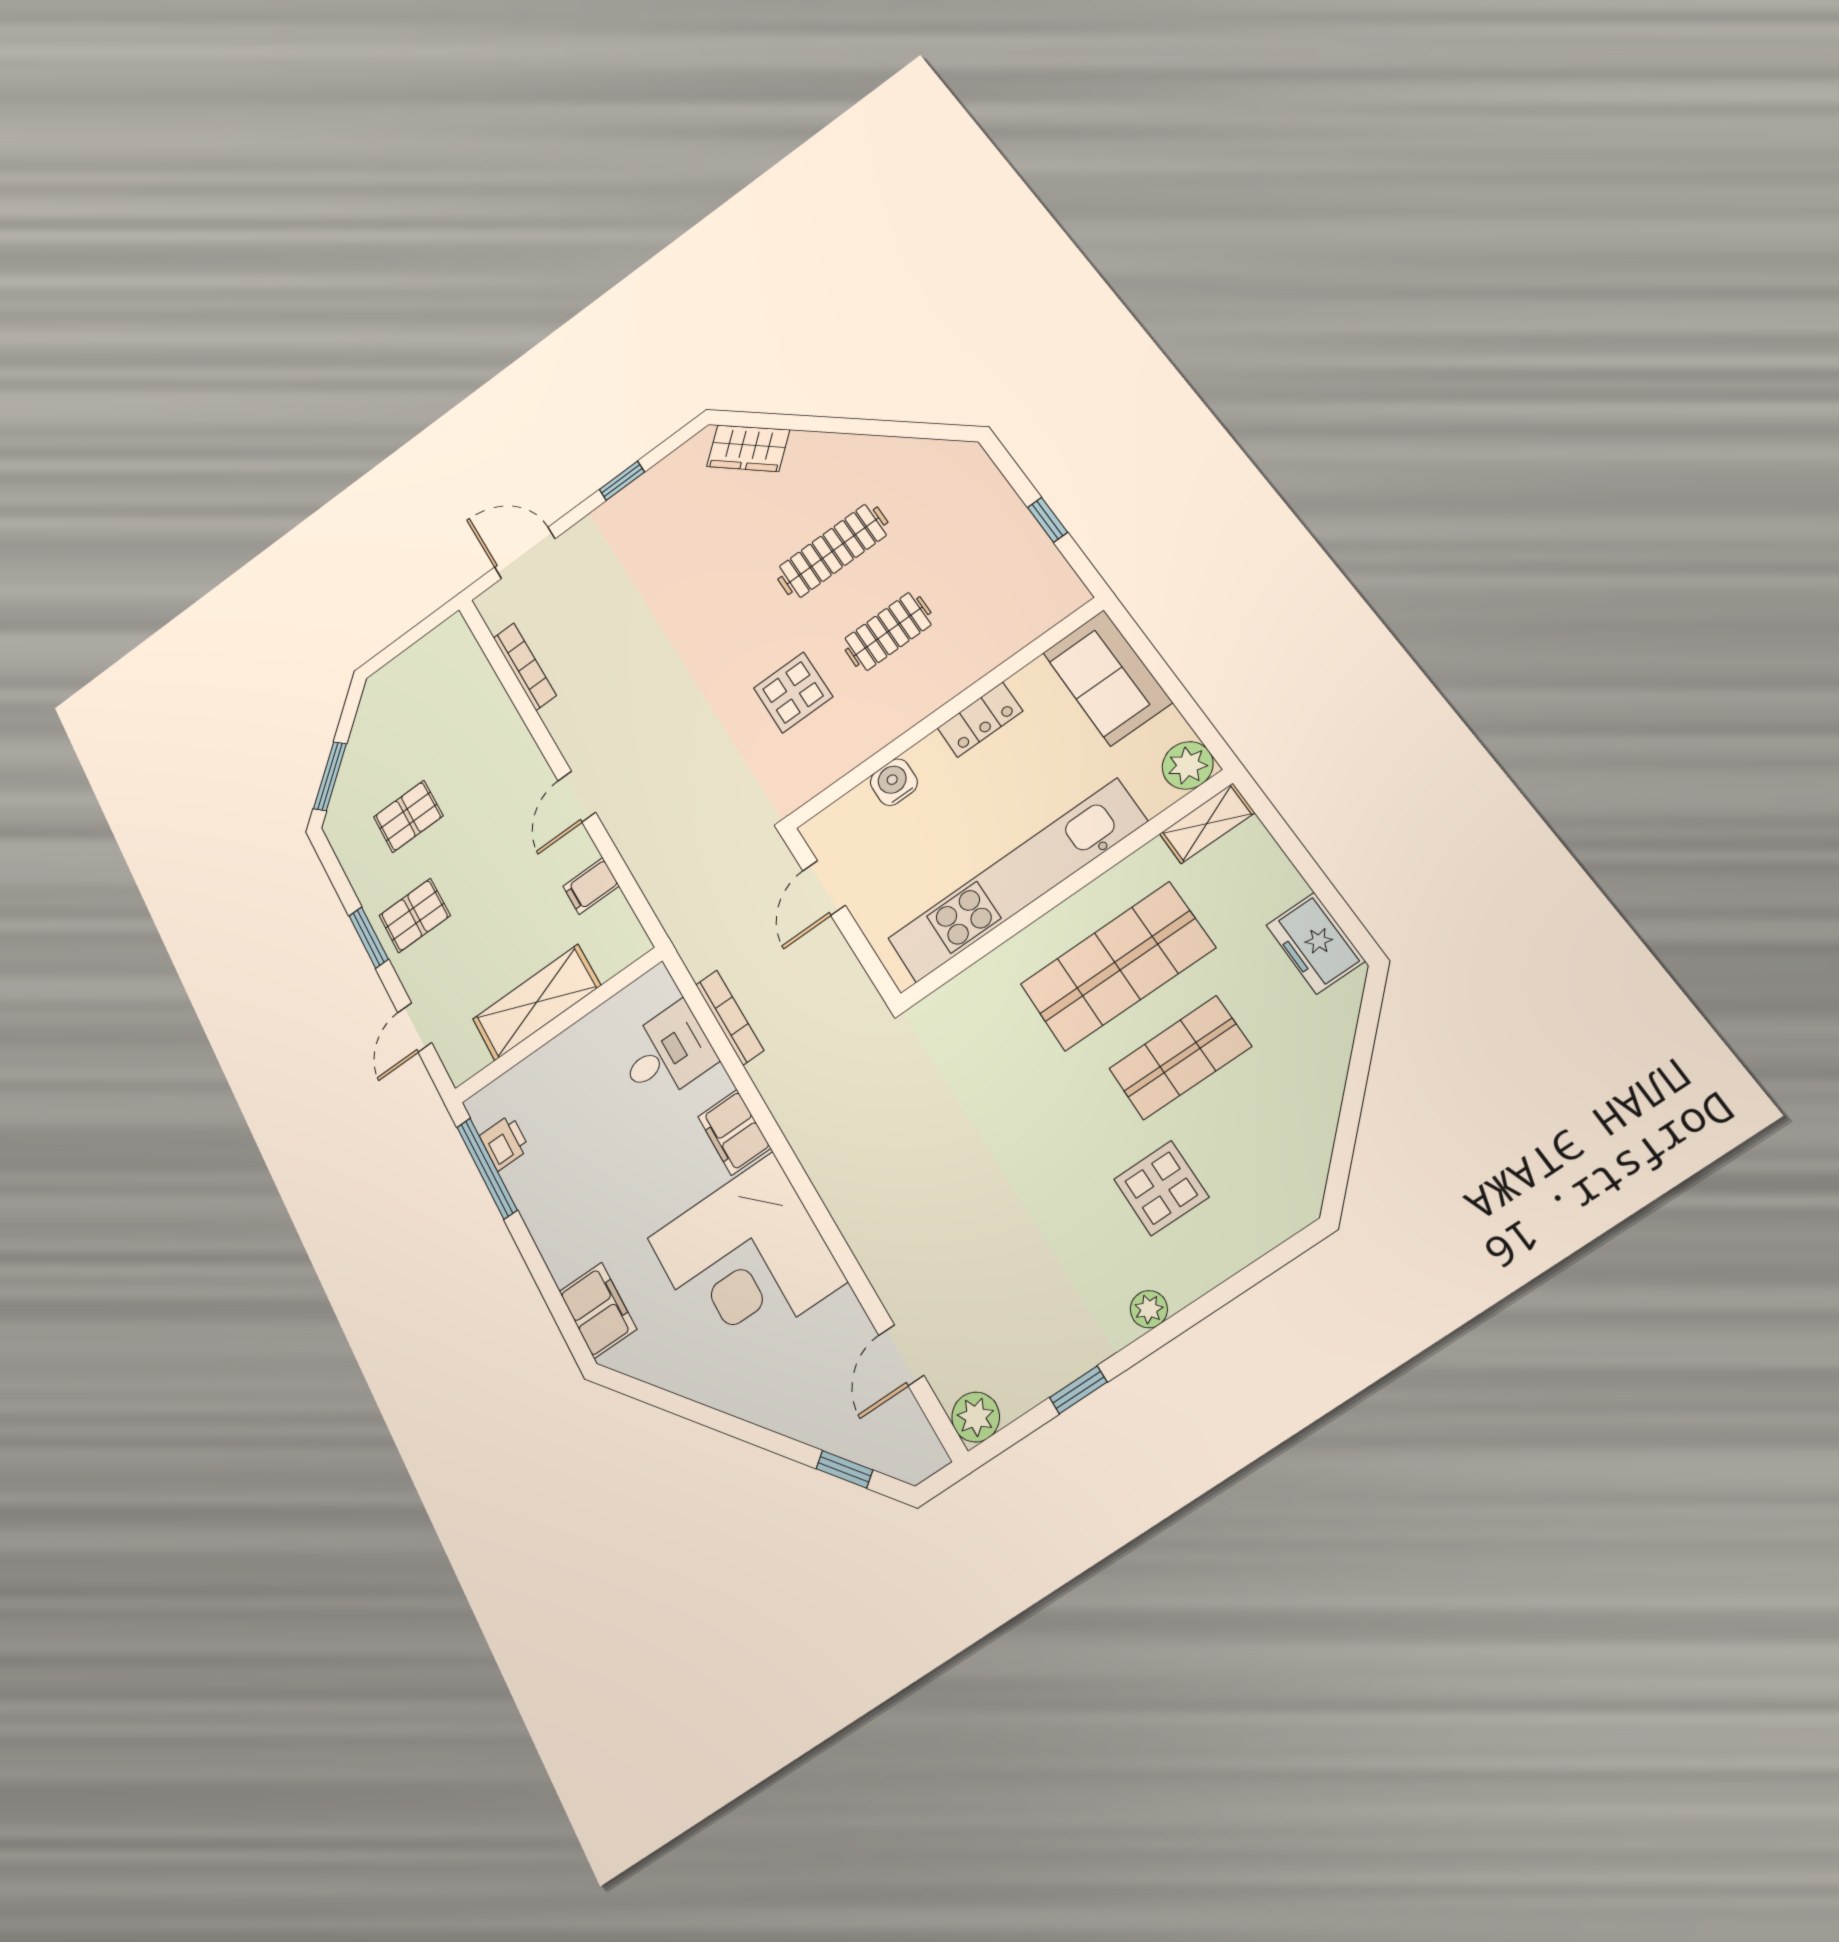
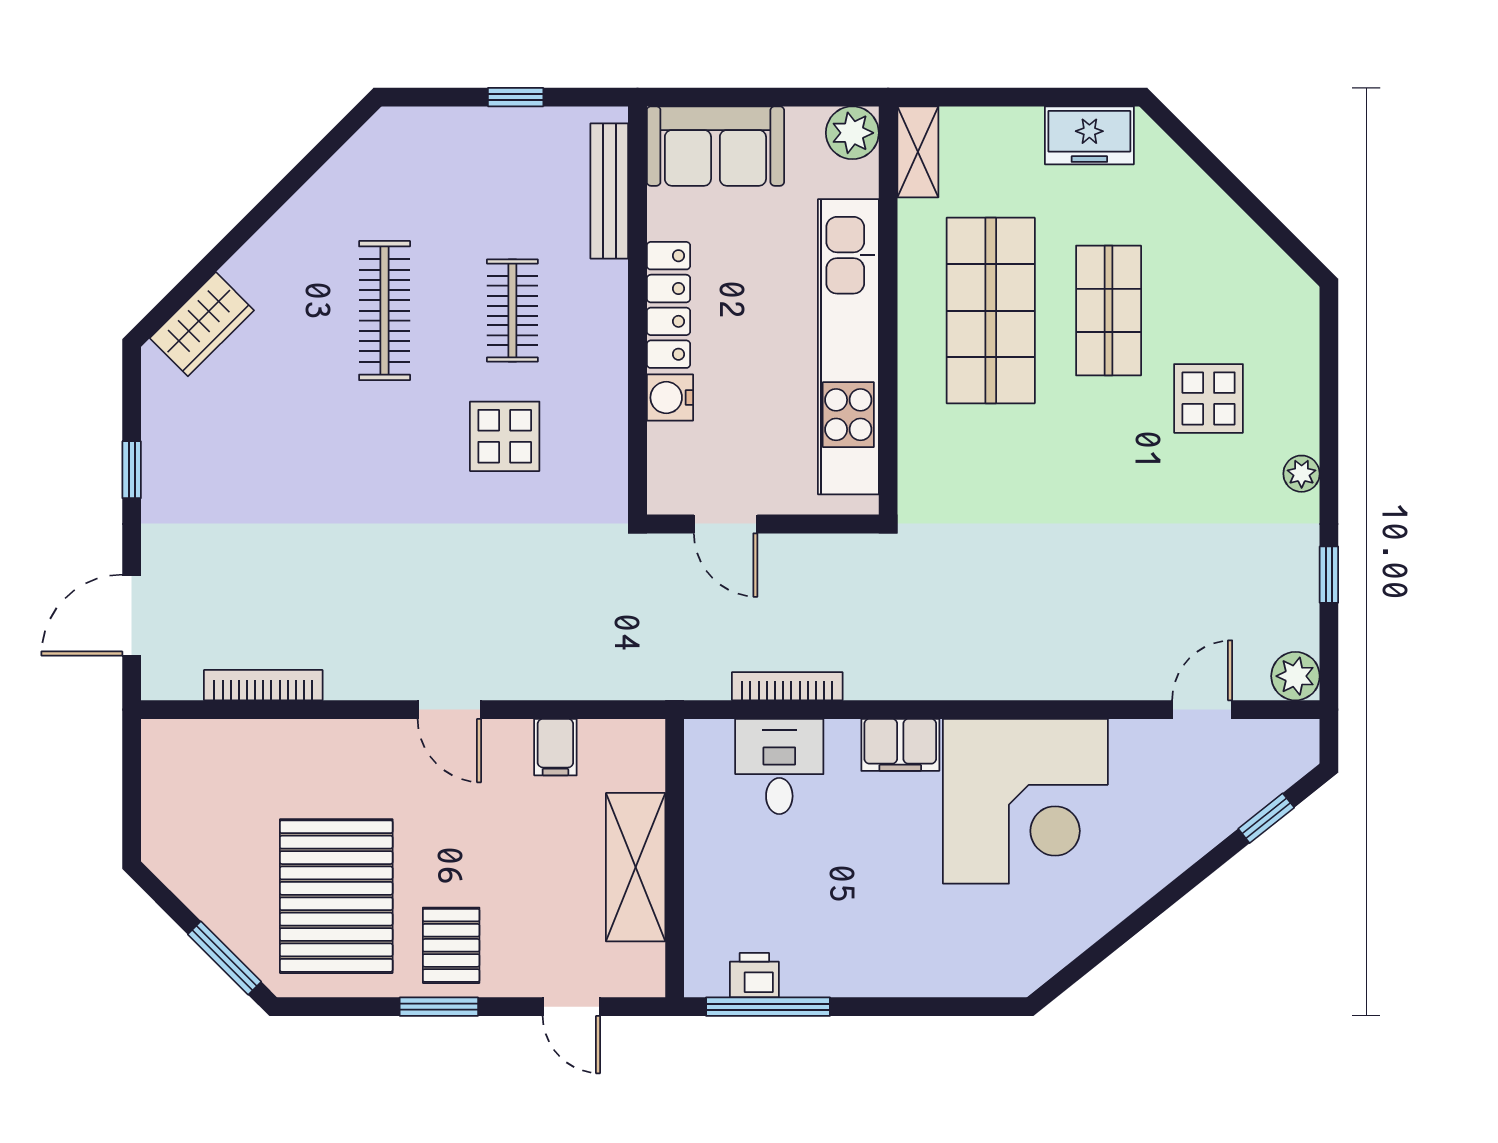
bench: (1021, 631) -> (609, 191), added
locker: (980, 720) -> (668, 305), width x1.53
pallet: (408, 816) -> (336, 896), width x2.05, depth x2.00
filing cabinet: (598, 1310) -> (978, 969), removed
door: (901, 1355) -> (1202, 710), swing flipped

